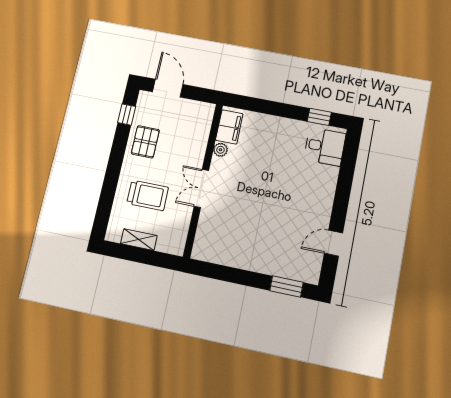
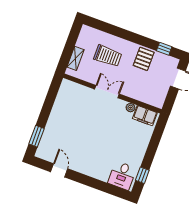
pallet: (145, 142) -> (144, 59), turned 90
trolley: (148, 195) -> (108, 56), turned -90
shelving: (139, 240) -> (76, 58), moved

